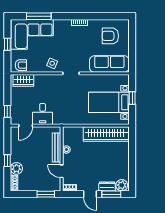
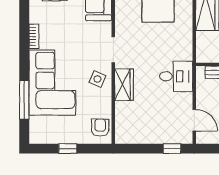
corner sofa: (32, 34) -> (52, 83), moved
wardrobe: (23, 80) -> (124, 85), moved
desk: (43, 114) -> (176, 76), moved

